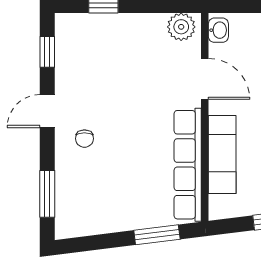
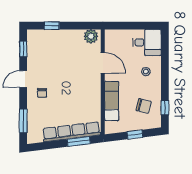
washbasin: (218, 30) -> (110, 38), removed
row of seats: (188, 165) -> (71, 132), moved, turned 83

